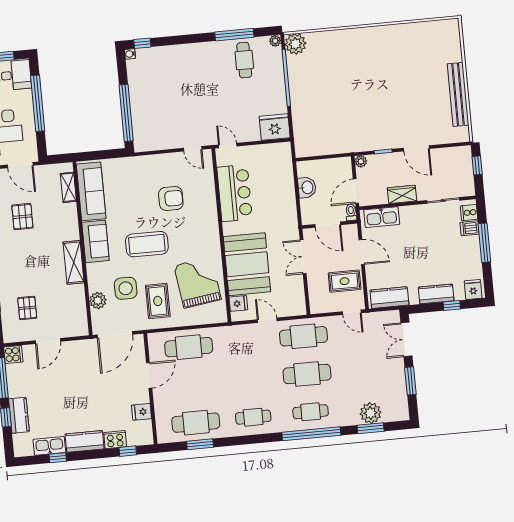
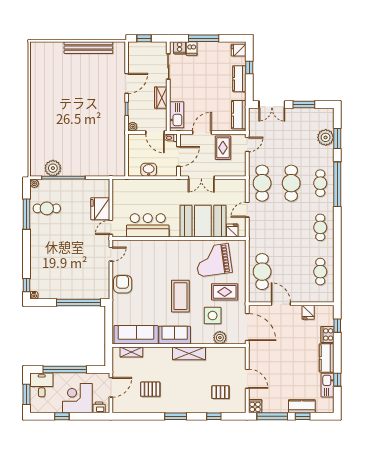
plant: (295, 44) -> (53, 168), moved
fridge: (275, 127) -> (100, 209), moved
armchair: (171, 198) -> (123, 284), moved
cafe table: (196, 423) -> (320, 272), width x0.73, depth x0.74
window: (200, 444) -> (337, 270), removed

